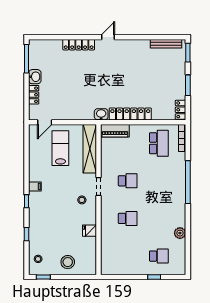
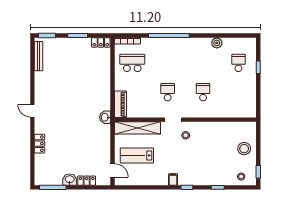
locker: (79, 45) -> (40, 144), width x0.66
locker: (130, 114) -> (105, 90), removed
fridge: (90, 231) -> (215, 128), removed

